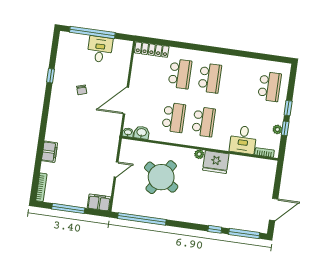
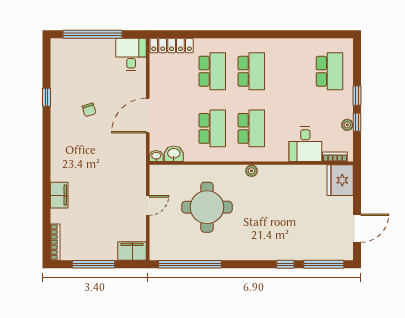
desk: (100, 49) -> (131, 54), moved
fridge: (216, 162) -> (340, 180), moved, turned 90
round table: (161, 177) -> (207, 207), turned -33

